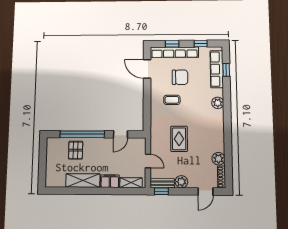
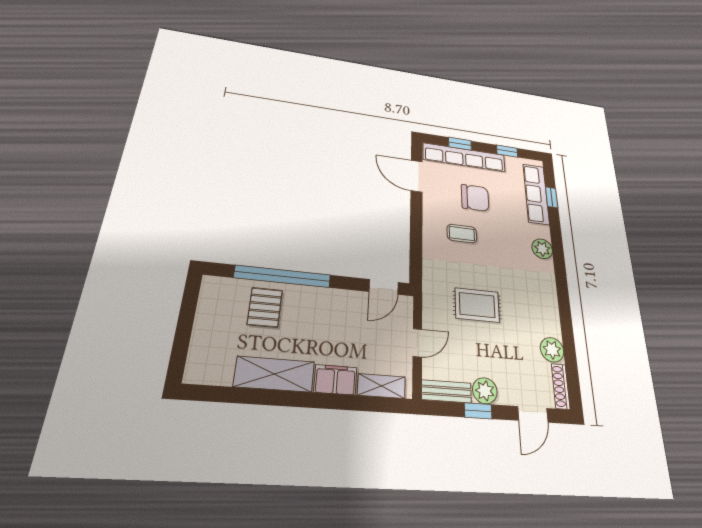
door: (120, 134) -> (384, 287), moved
rug: (179, 139) -> (477, 305), turned 90
door: (148, 161) -> (417, 343), hinge flipped
window: (161, 191) -> (478, 411), moved

